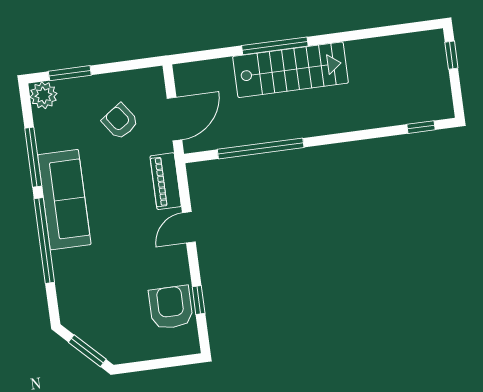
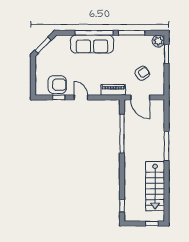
stairs: (291, 70) -> (155, 186), moved
sofa: (64, 200) -> (92, 44), moved
door: (189, 227) -> (81, 97), moved

